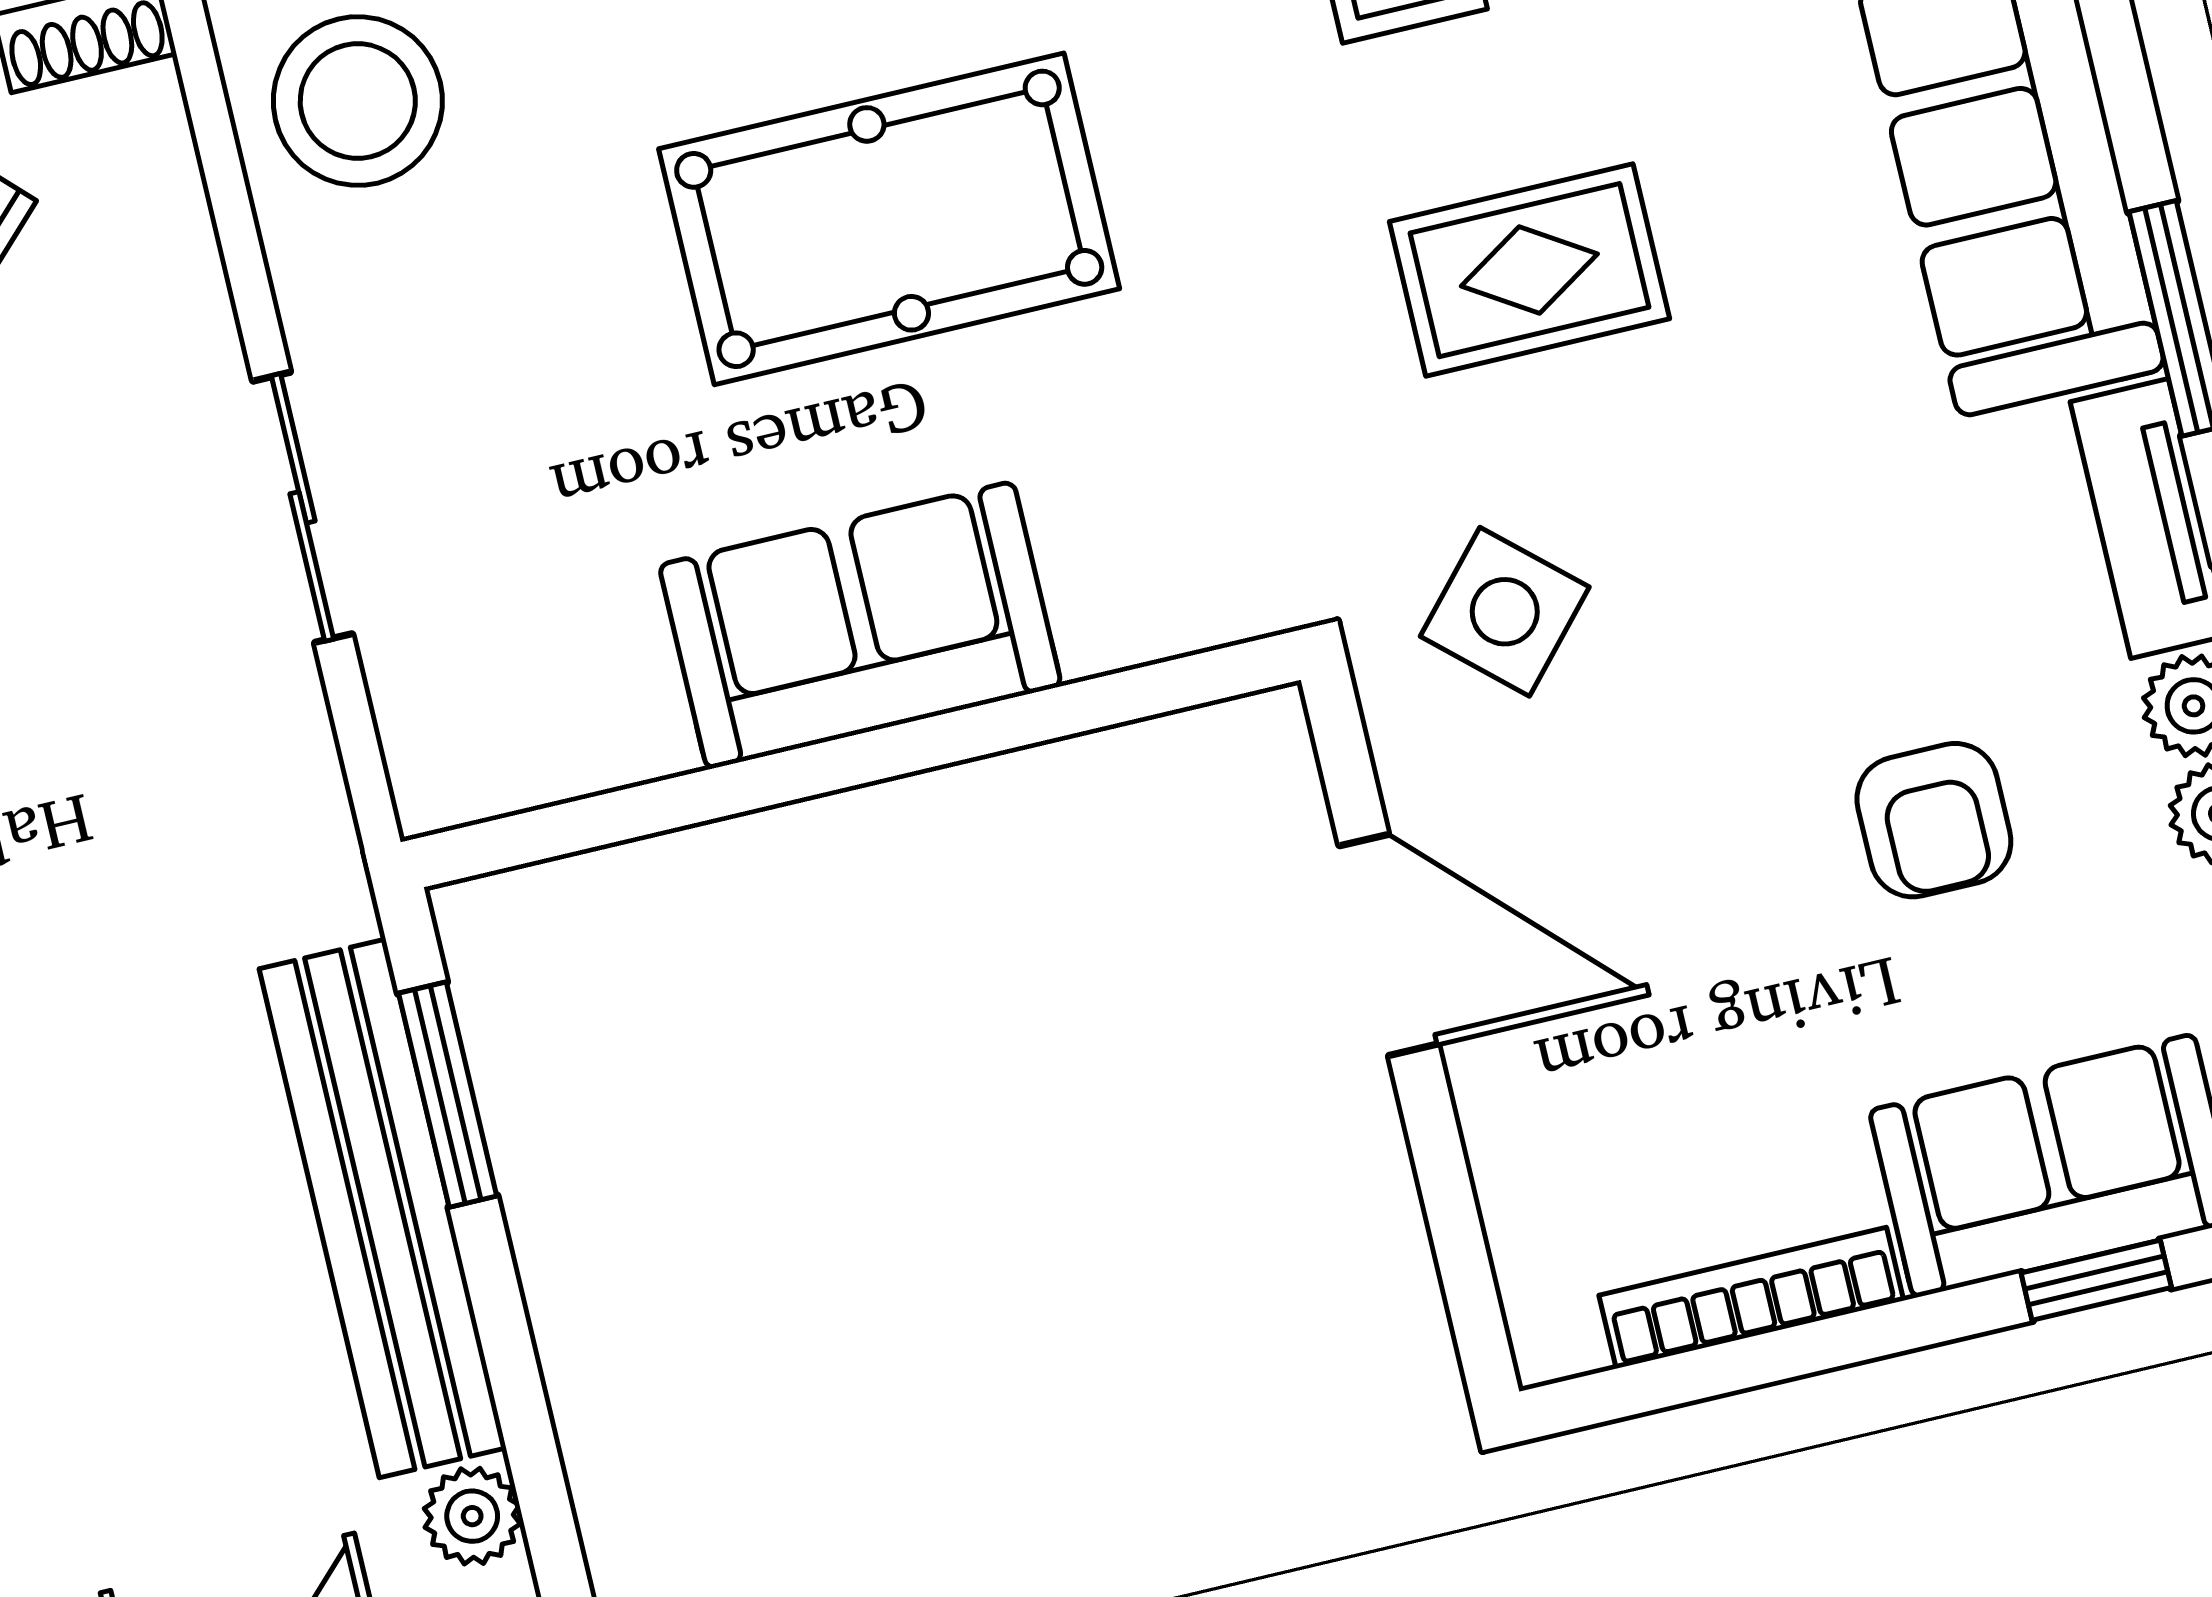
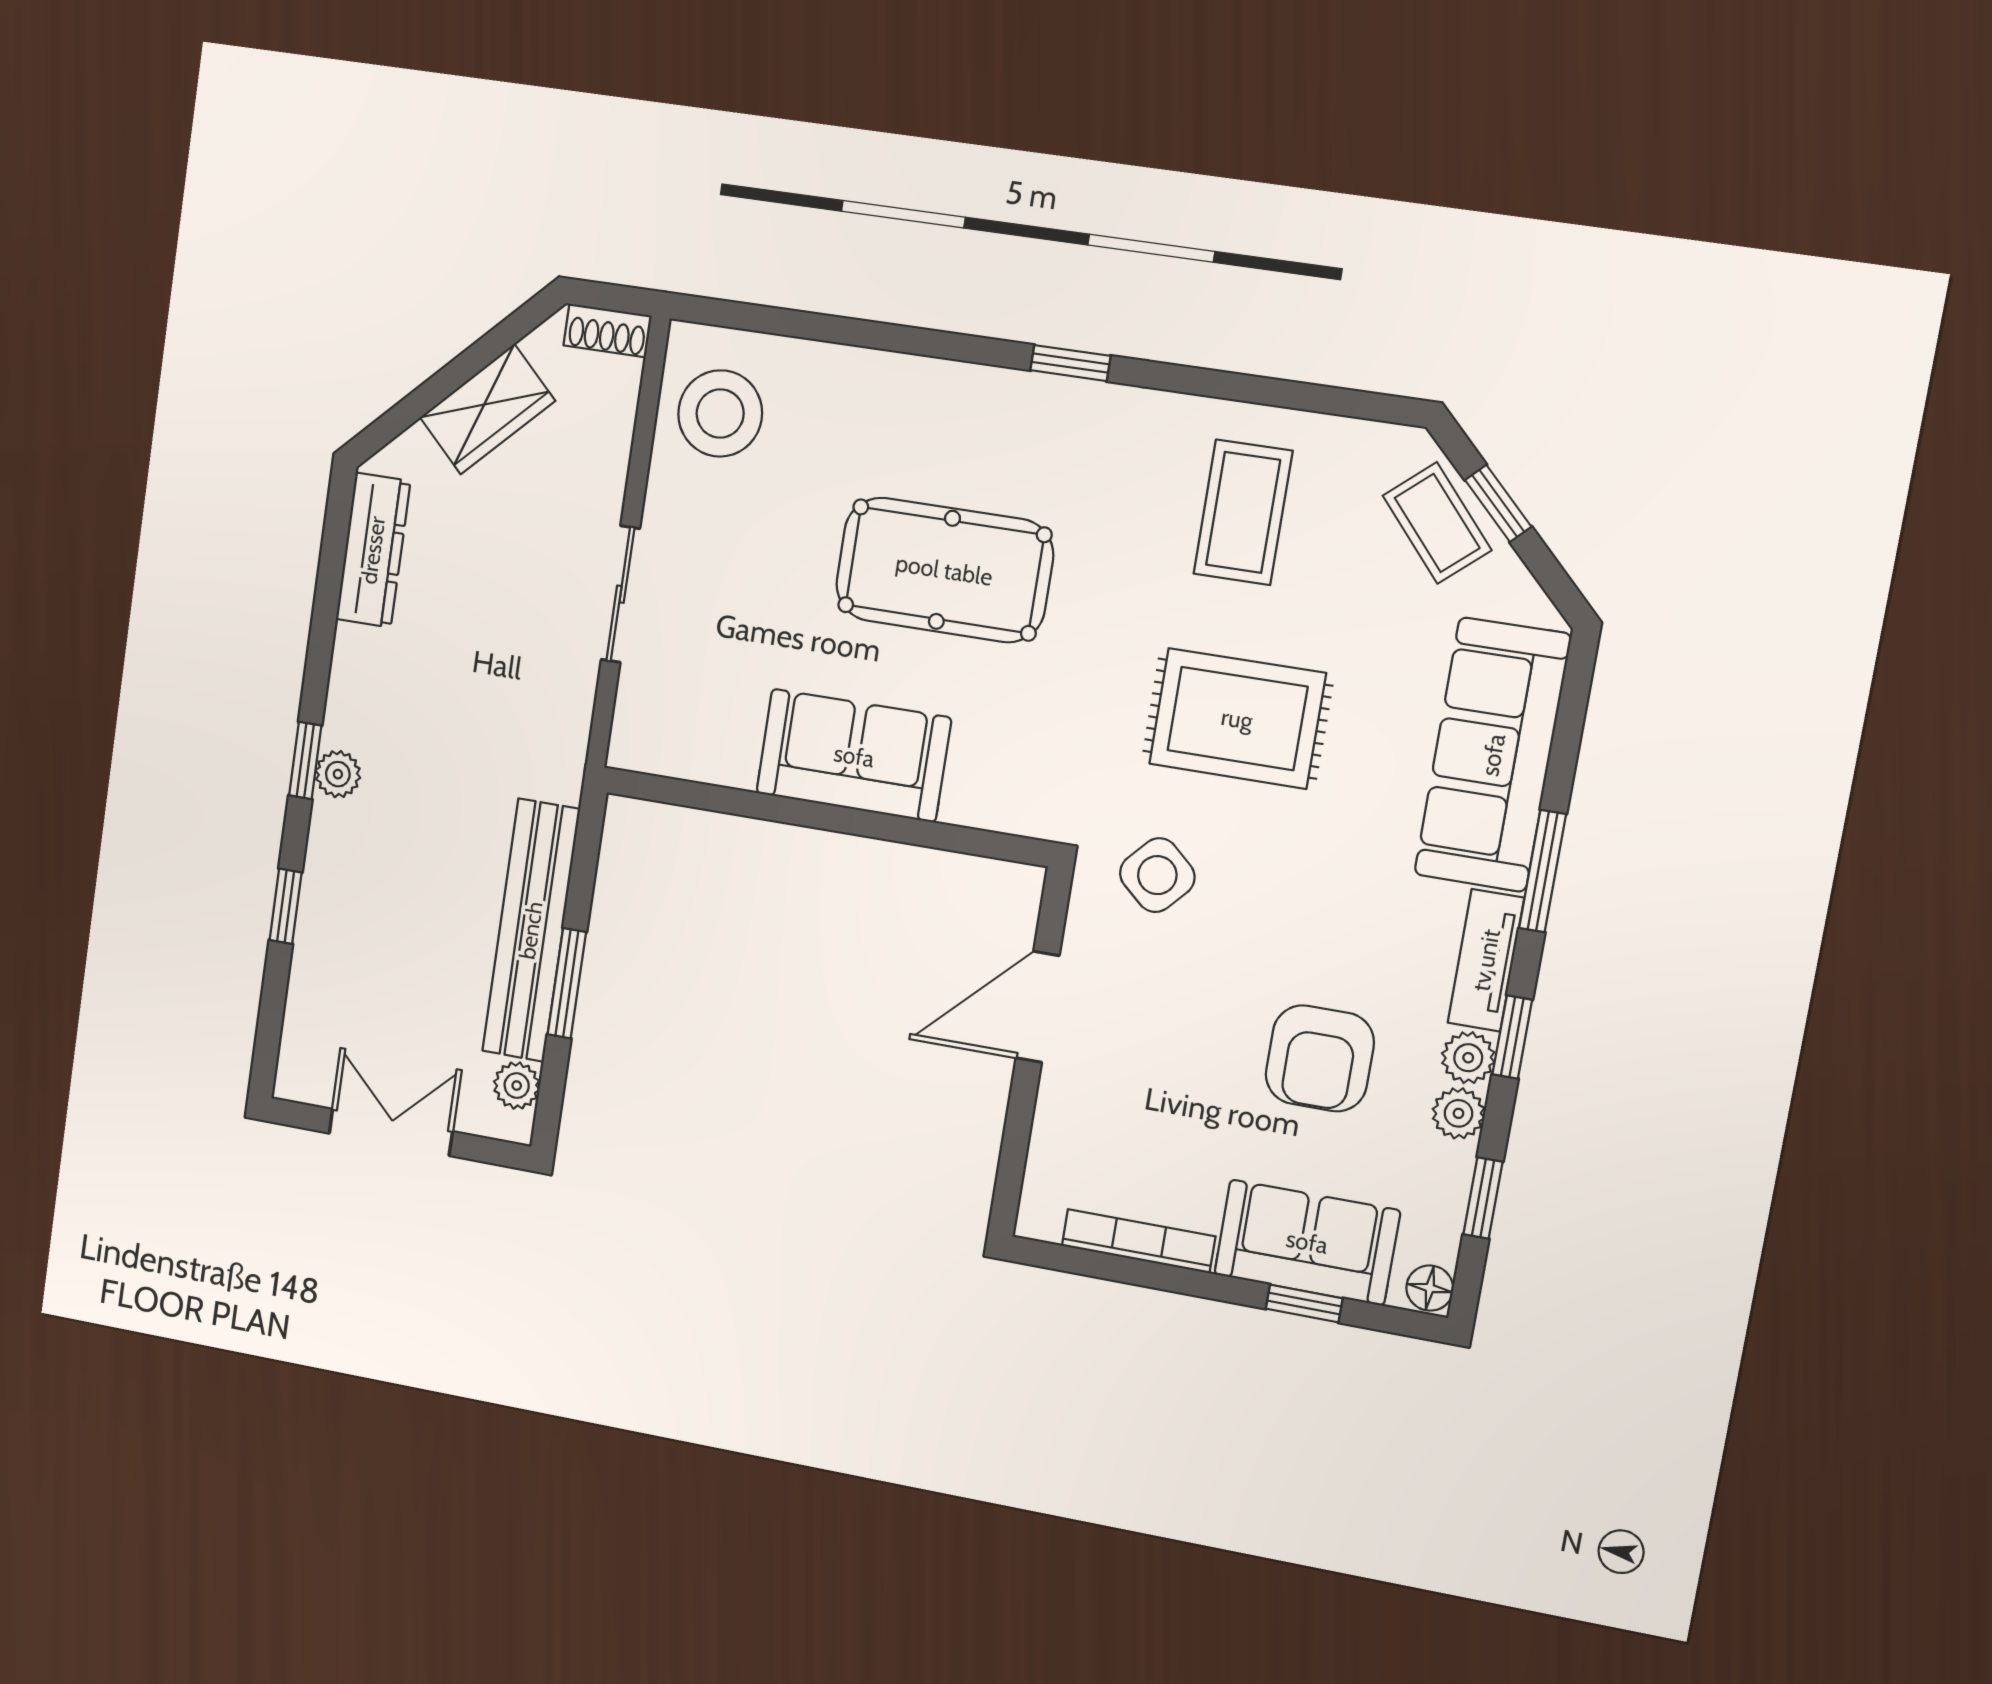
rug: (1529, 270) -> (1237, 719), width x1.36, depth x1.43
armchair: (1934, 820) -> (1320, 1058), width x1.38, depth x1.38
door: (1389, 945) -> (1038, 1007), swing flipped
window: (448, 1095) -> (567, 983), moved

